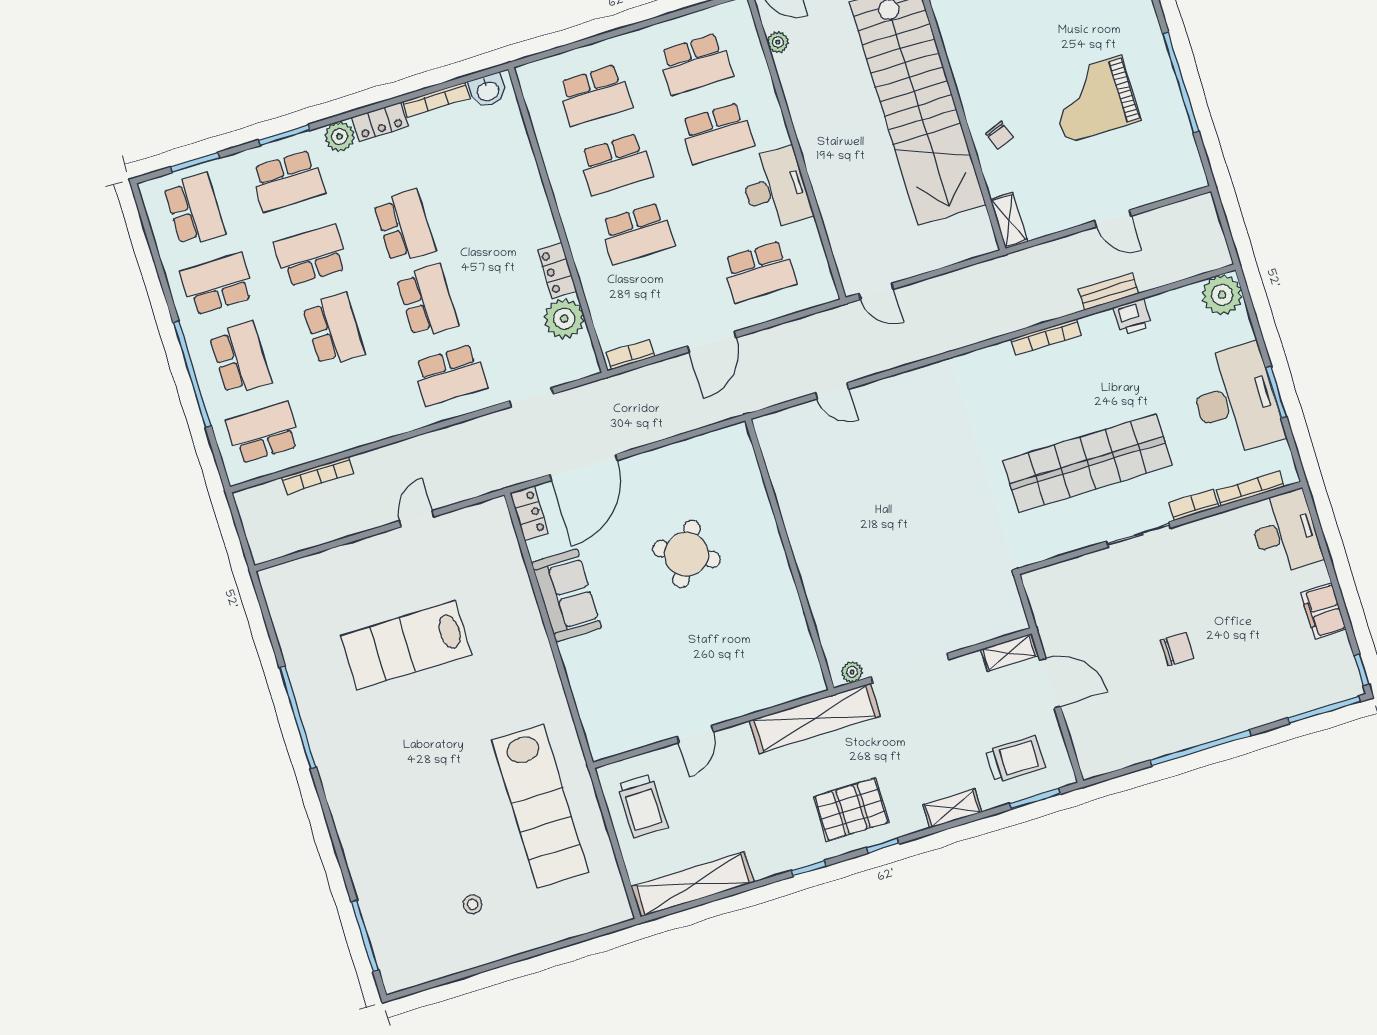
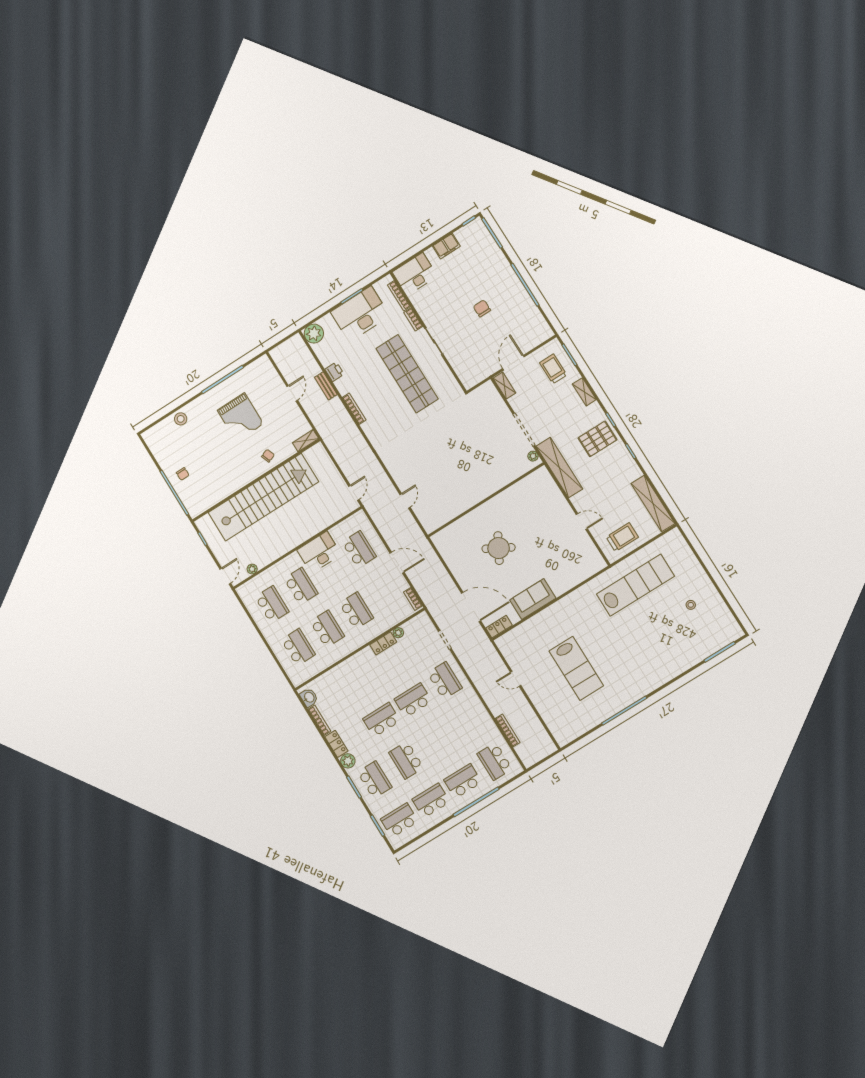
school desk: (217, 284) -> (431, 801), turned 90
plant: (564, 319) -> (398, 633), width x0.53, depth x0.53
school desk: (334, 330) -> (438, 741), removed
pallet: (851, 809) -> (597, 439), turned 90

